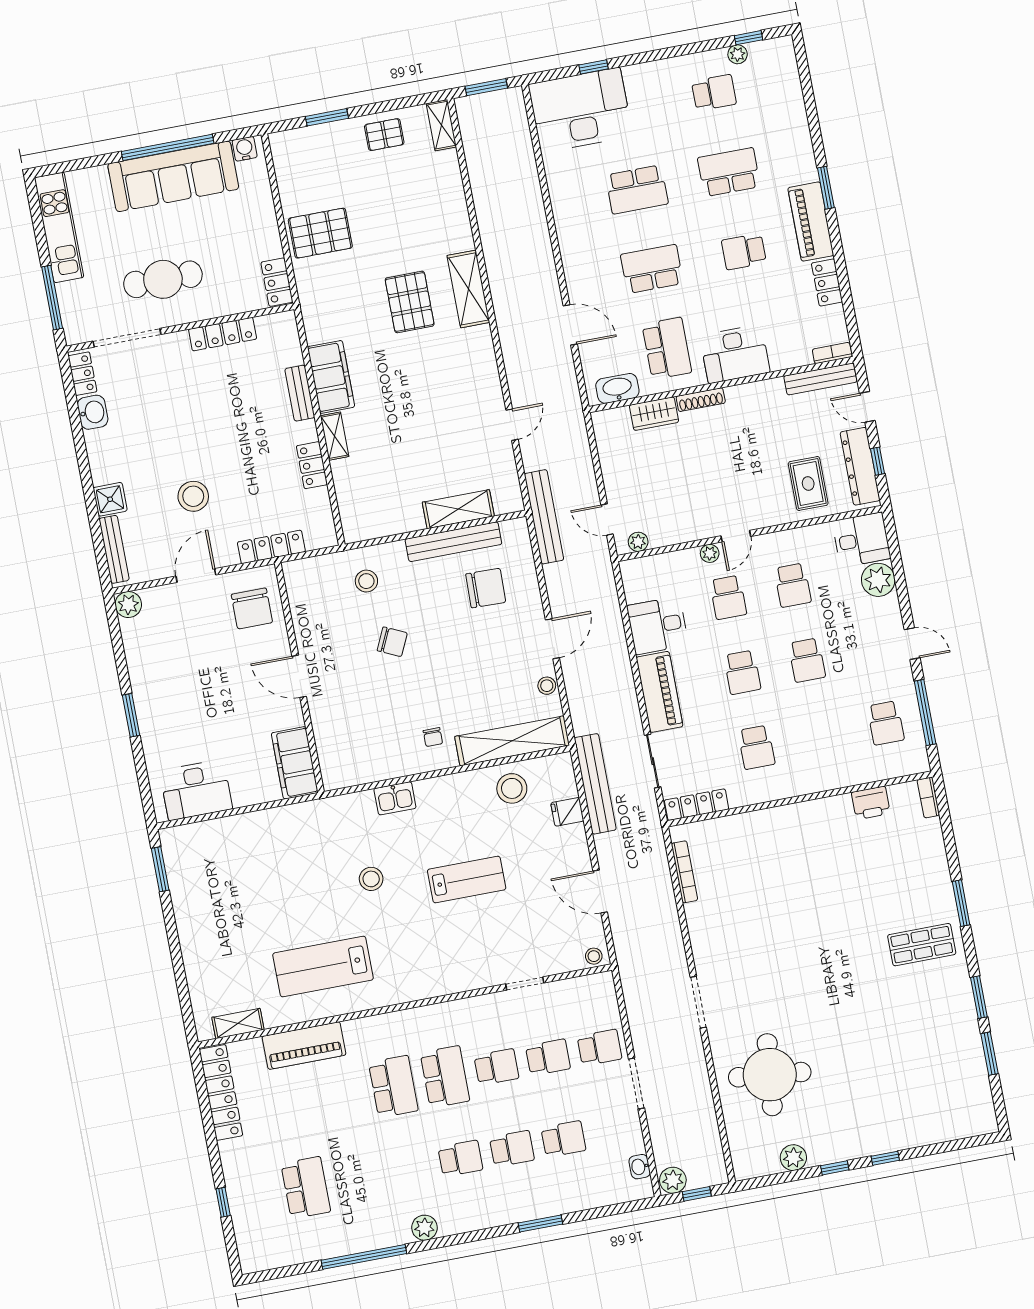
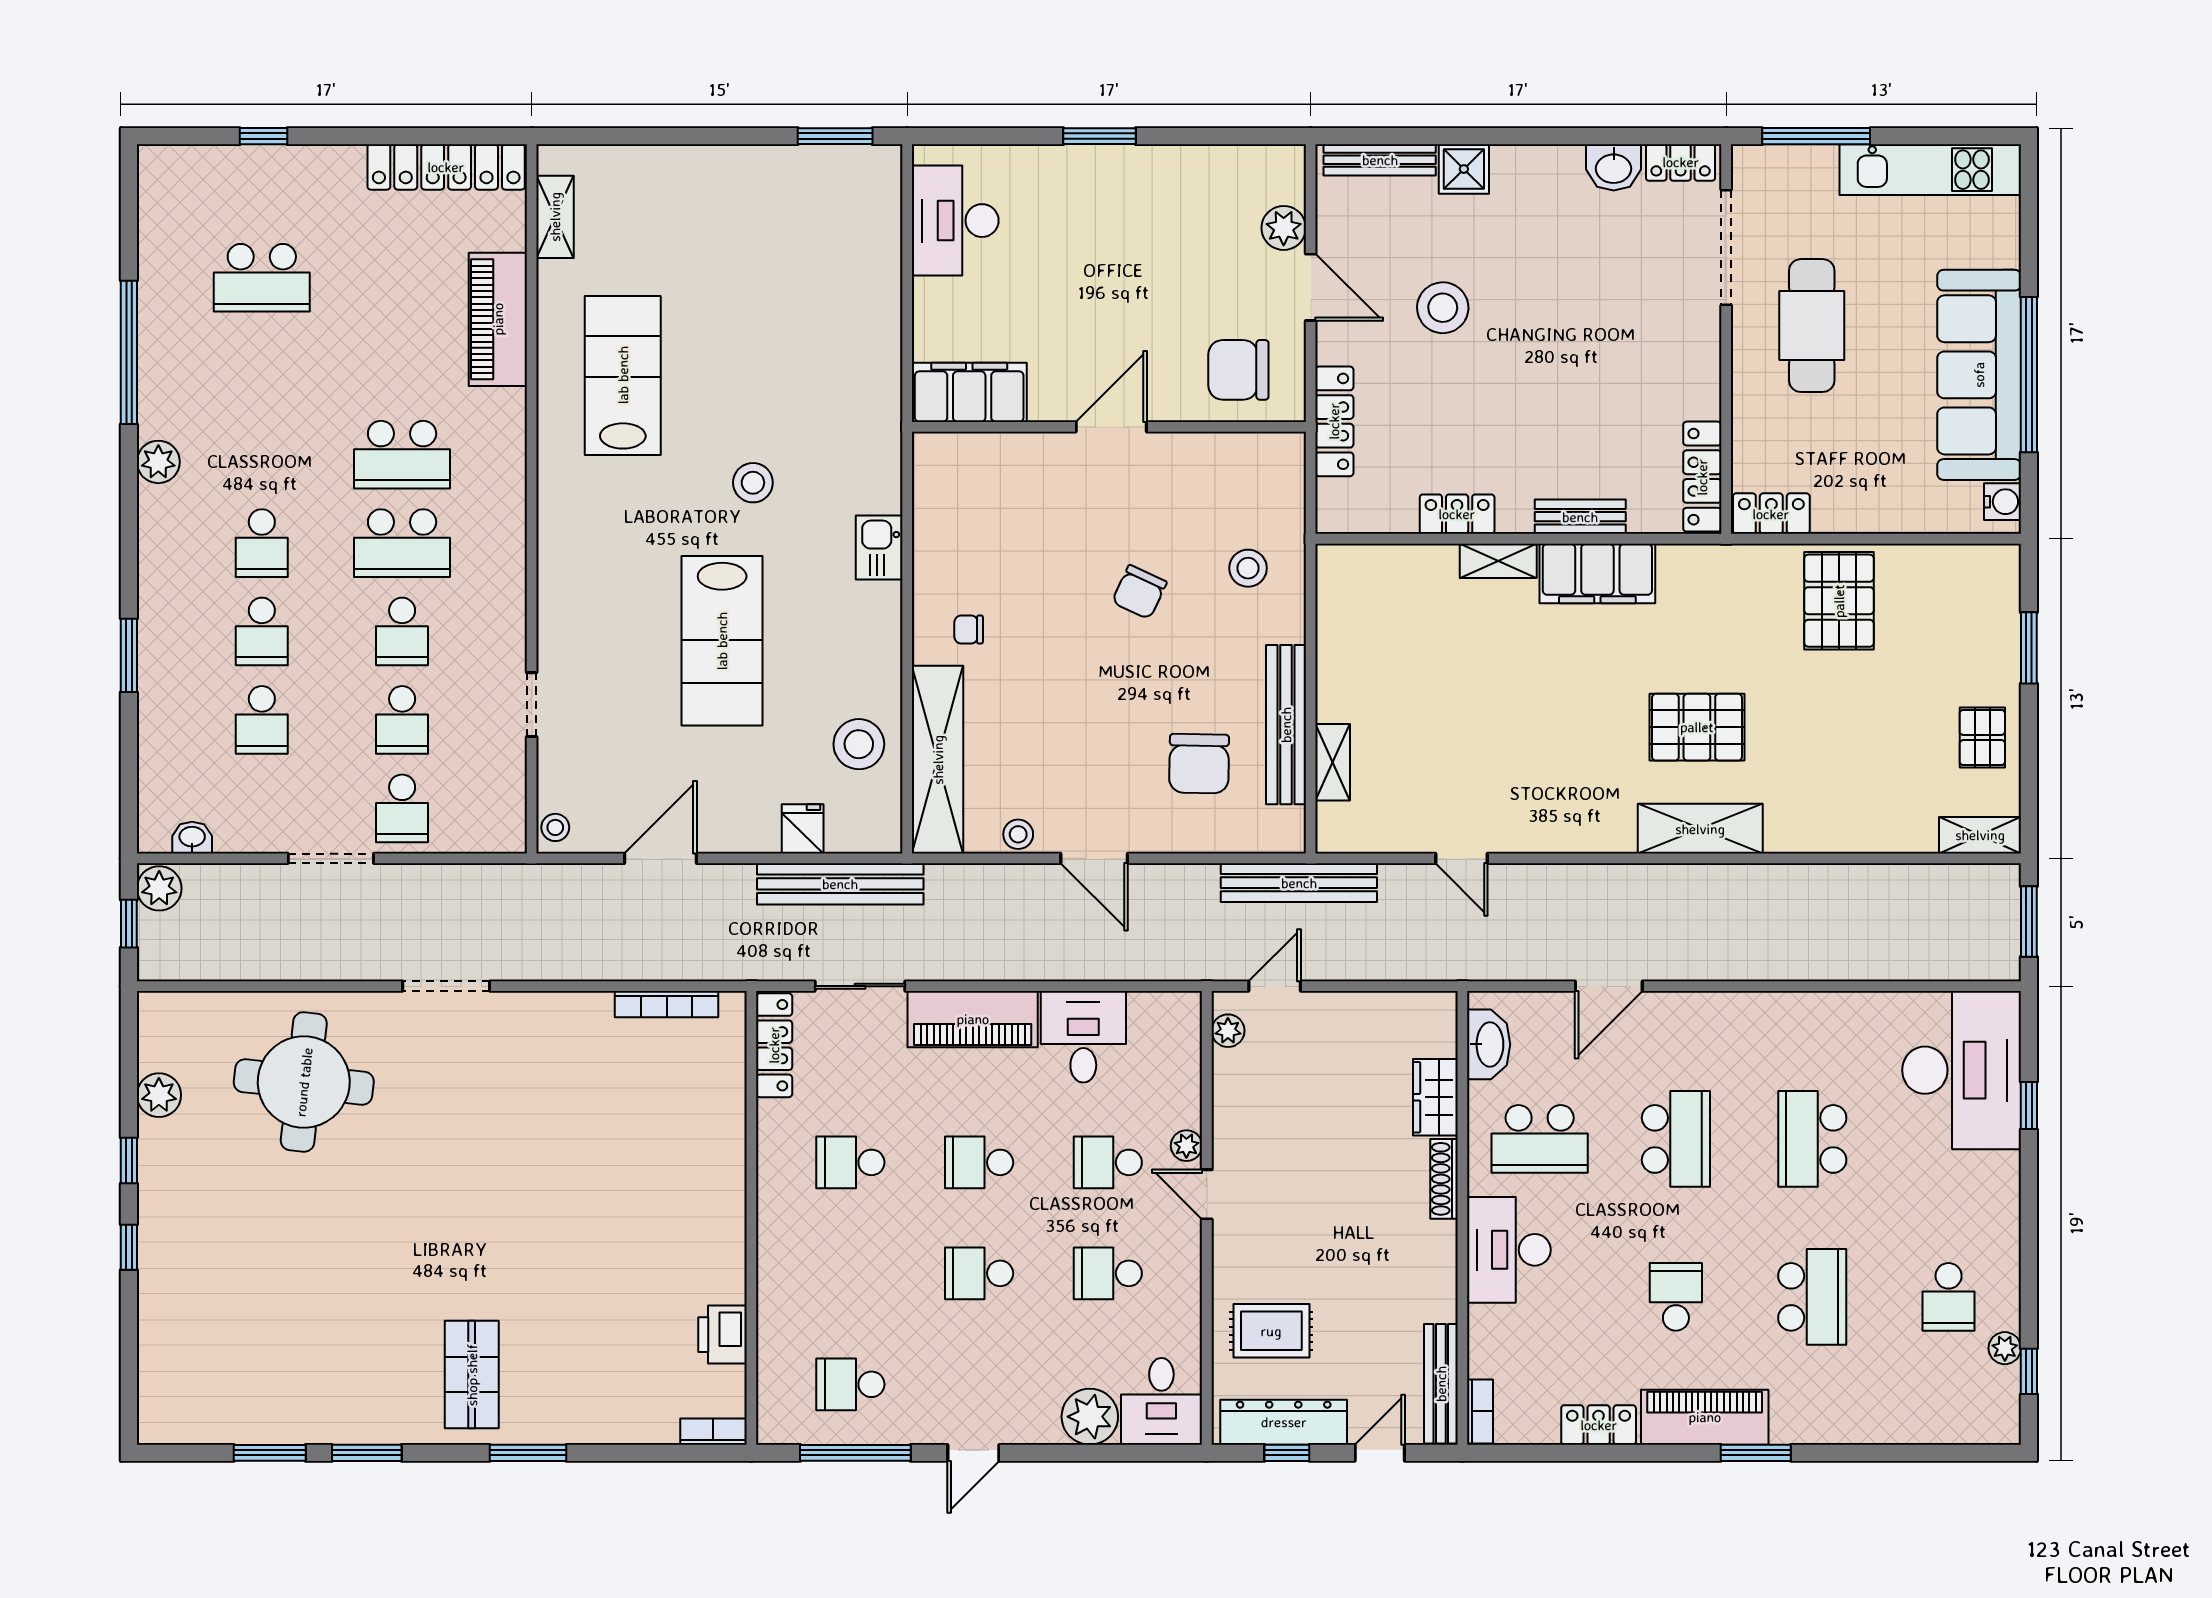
locker: (223, 334) -> (1702, 477), moved
shelving: (458, 509) -> (1333, 762), width x0.67, depth x0.75
plant: (128, 605) -> (1284, 228), moved
lab bench: (467, 880) -> (722, 641), width x1.36, depth x1.39

